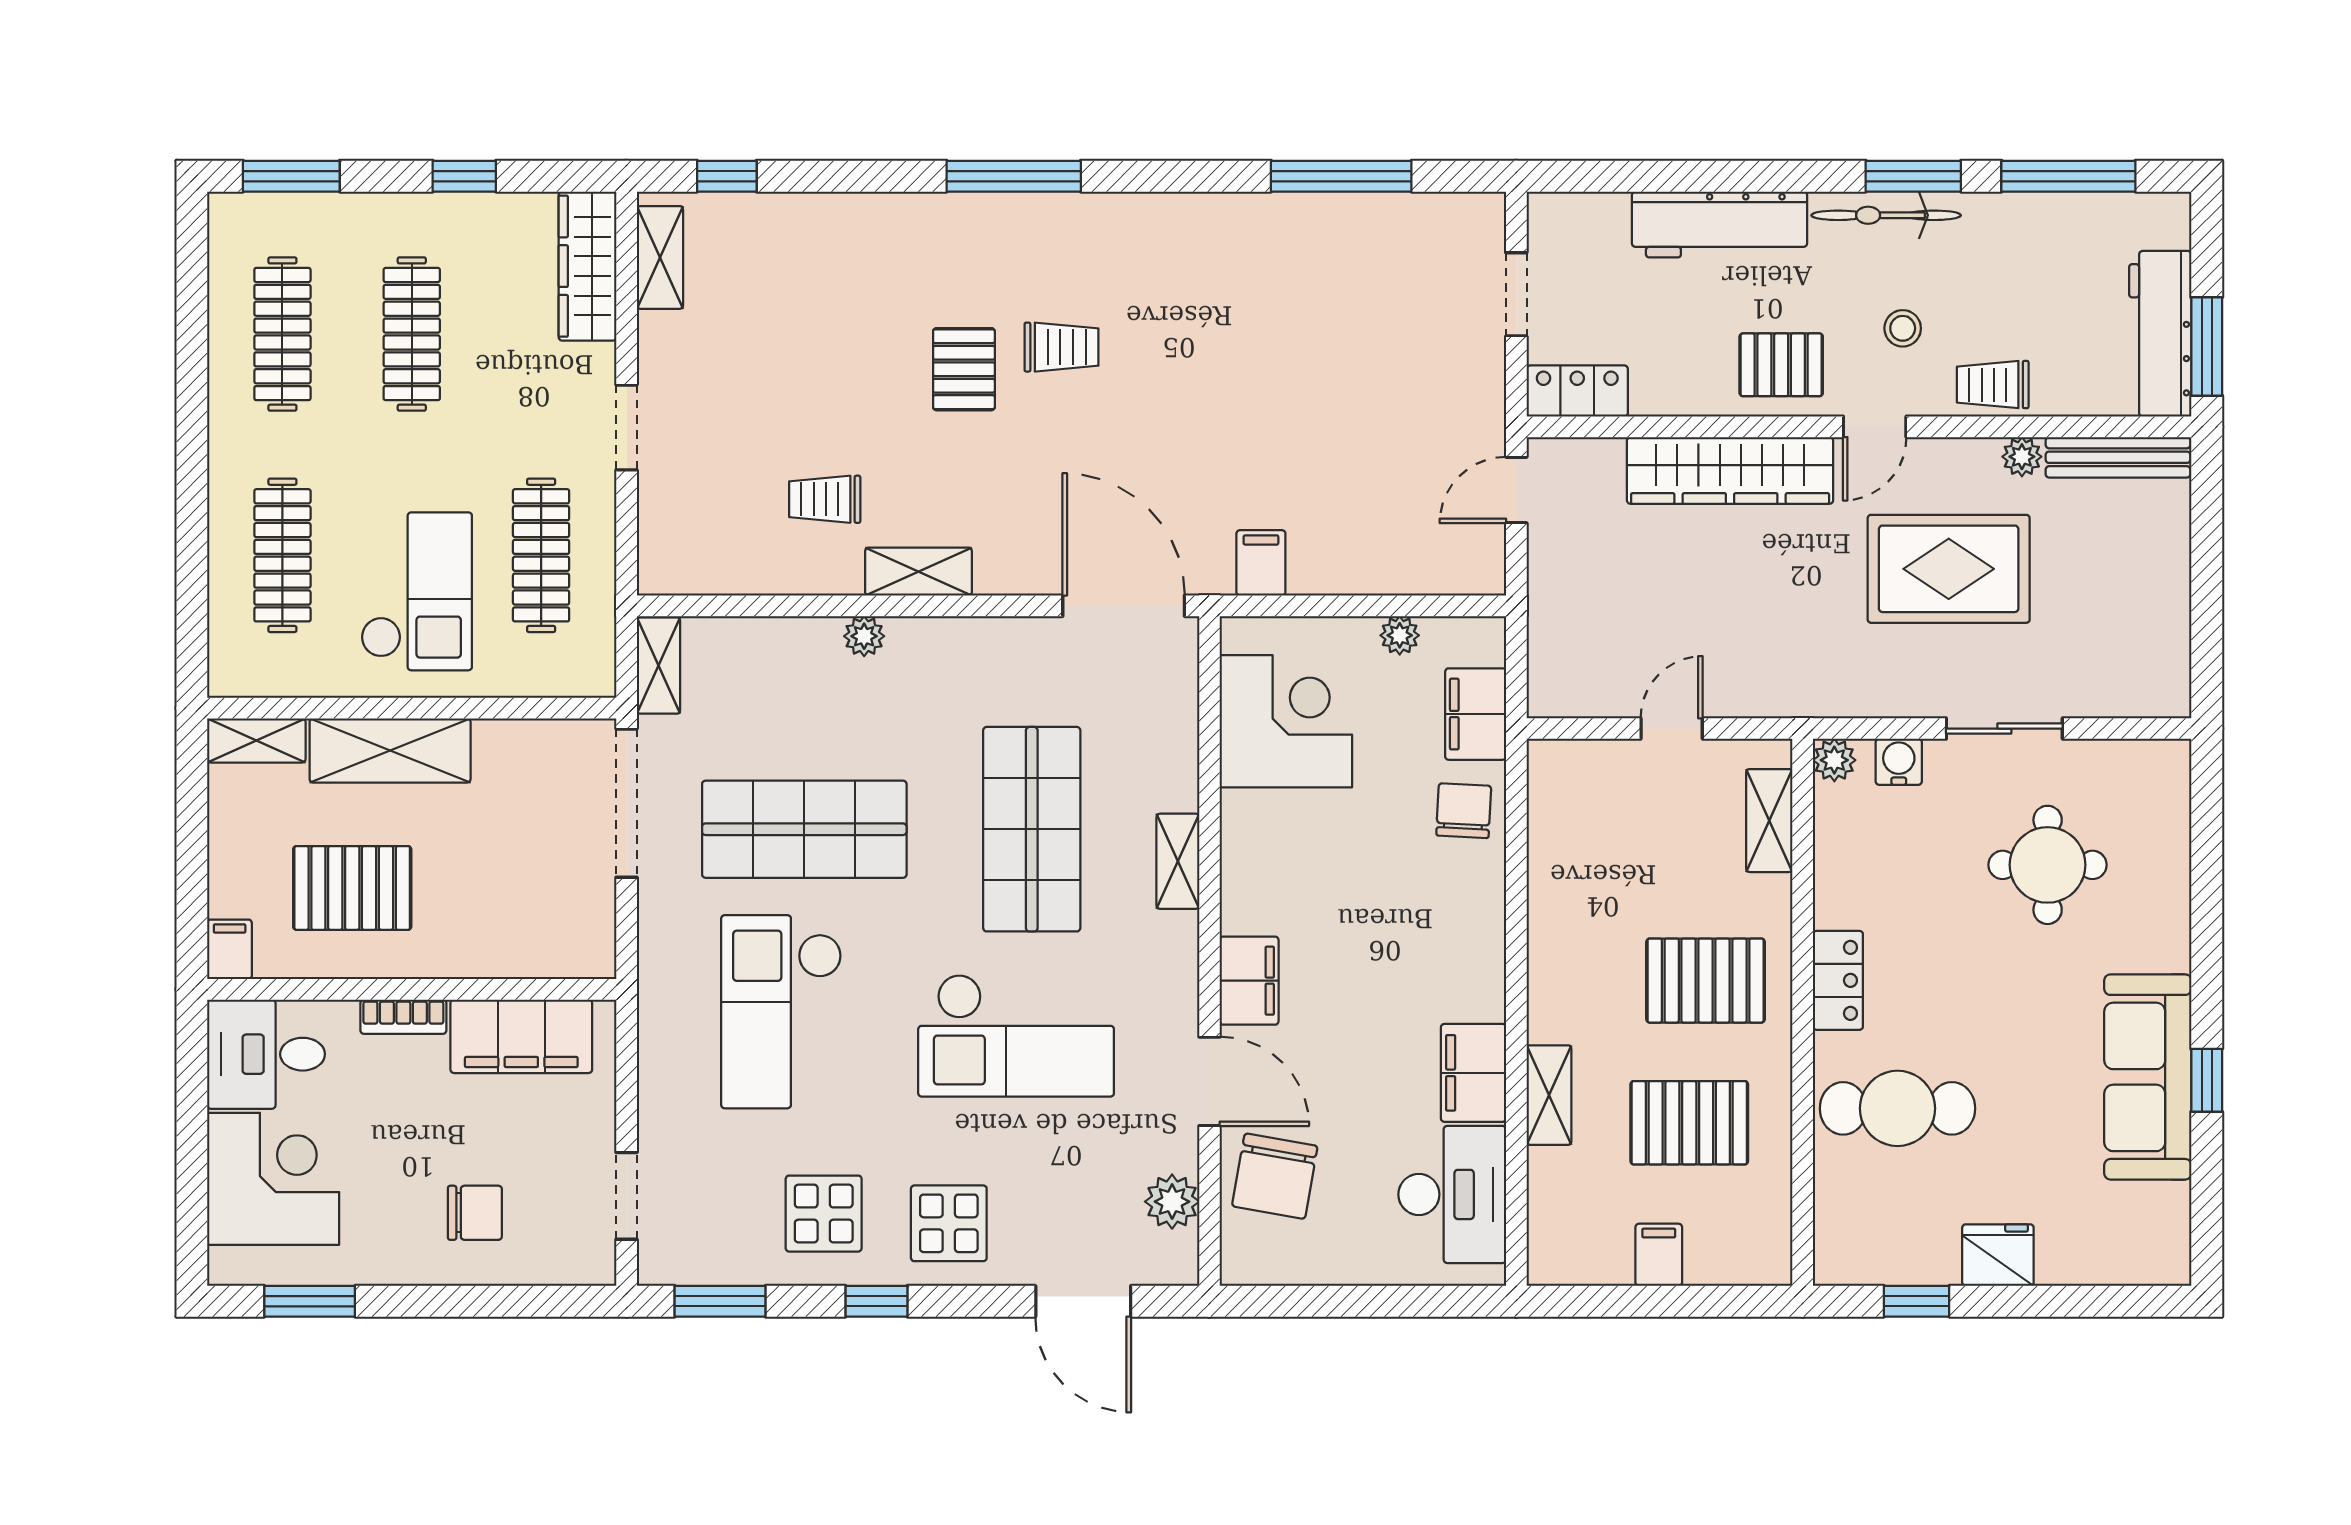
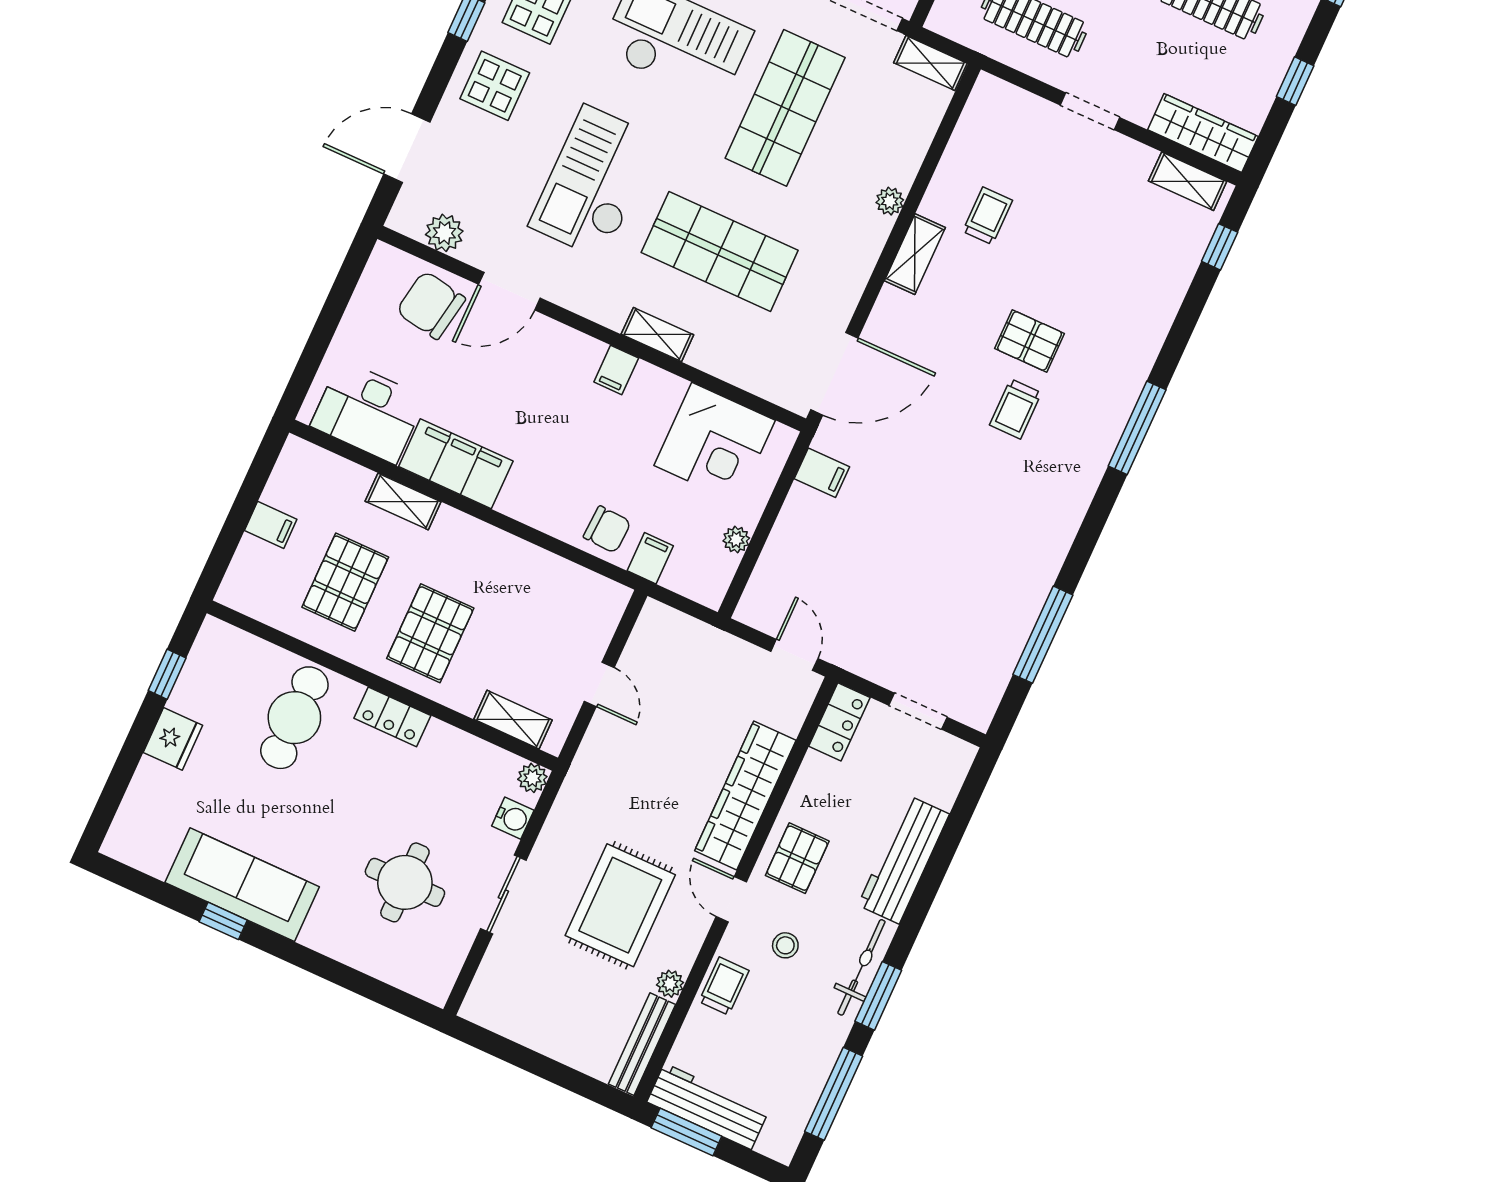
filing cabinet: (1476, 714) -> (650, 558), width x0.50
filing cabinet: (1249, 981) -> (616, 370), moved, width x0.50
filing cabinet: (1473, 1073) -> (456, 464), width x1.50, depth x1.17

